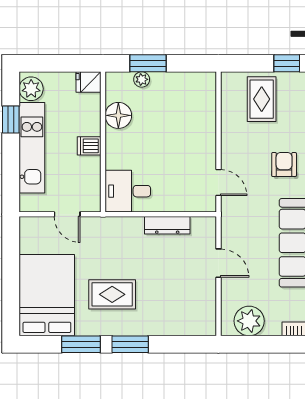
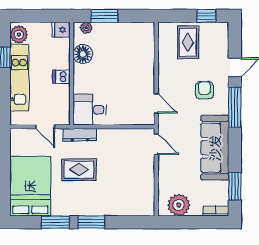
plant: (142, 79) -> (86, 28), moved
dresser: (167, 225) -> (80, 135), moved
door: (218, 263) -> (156, 144), moved
rug: (112, 294) -> (79, 170), moved

